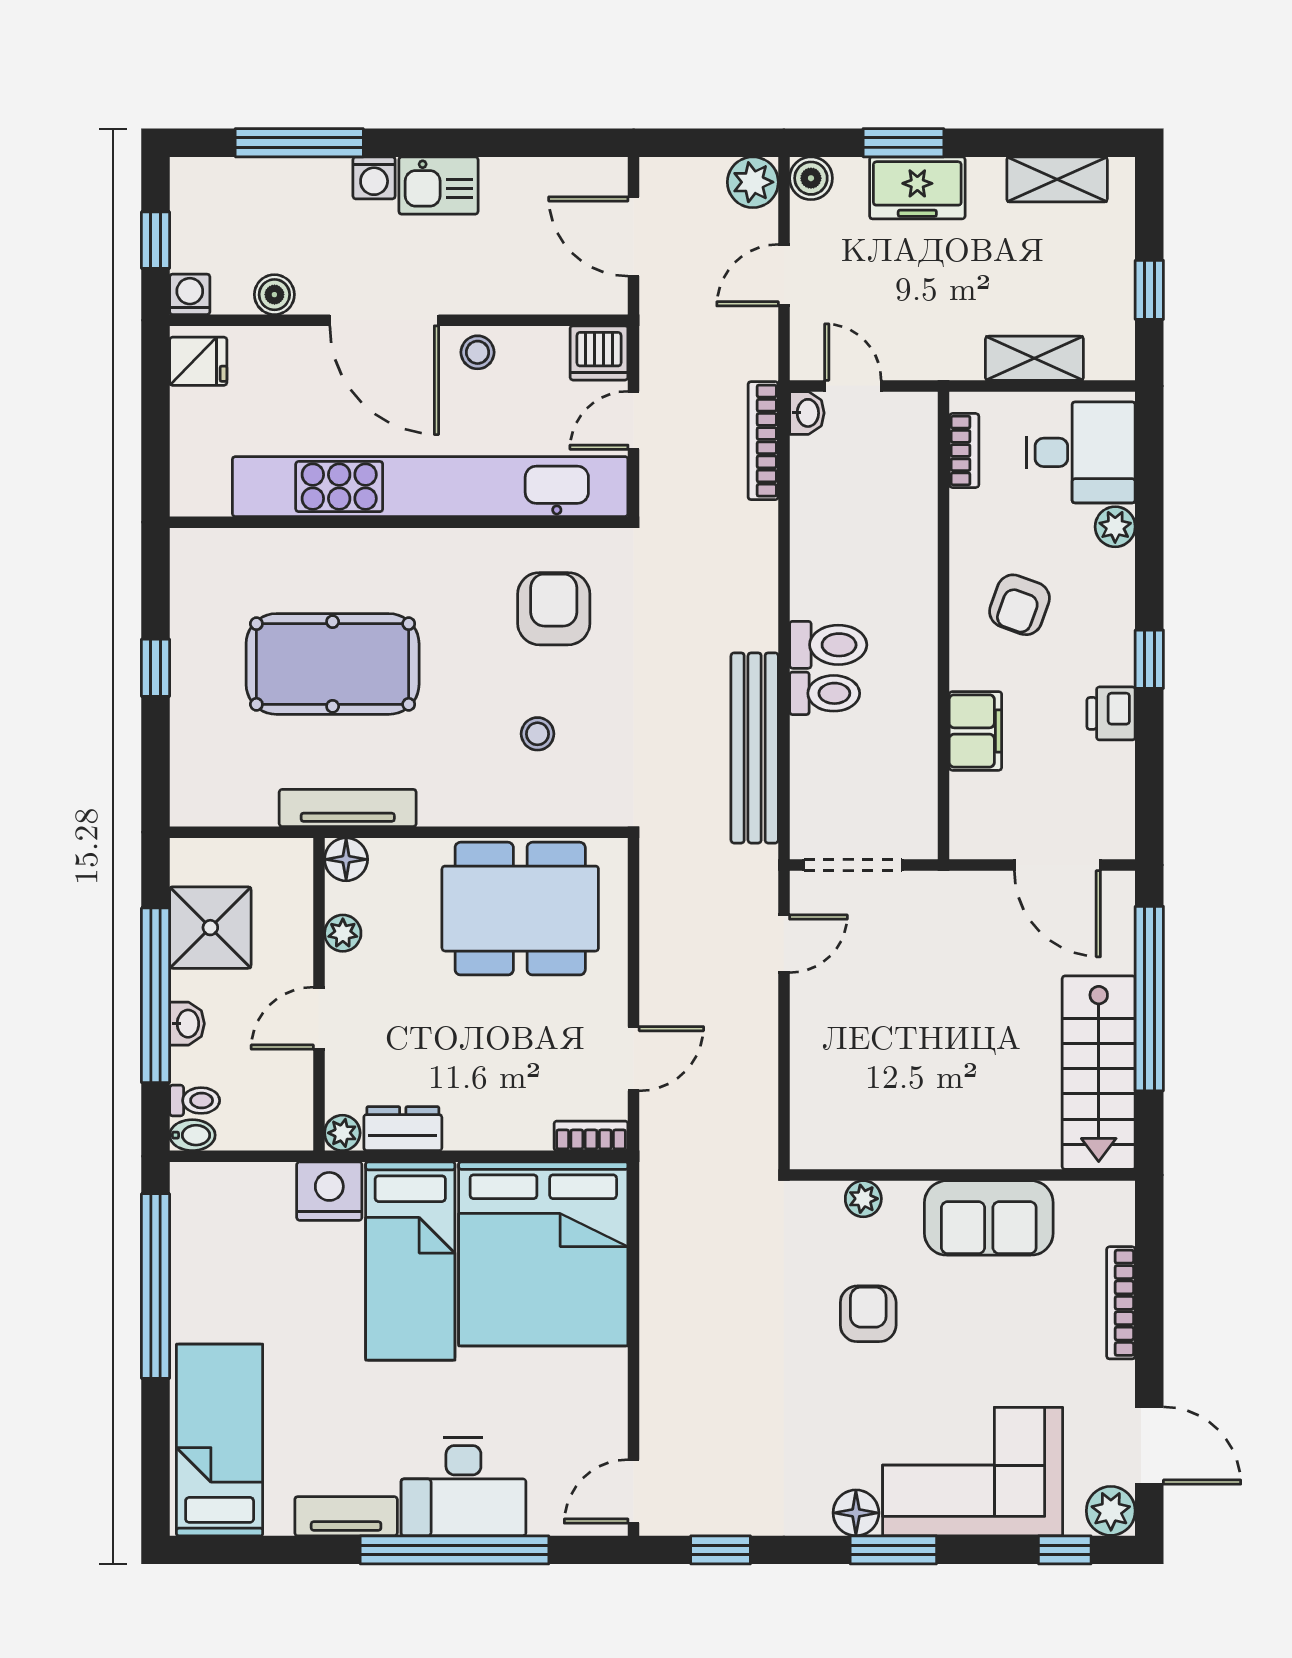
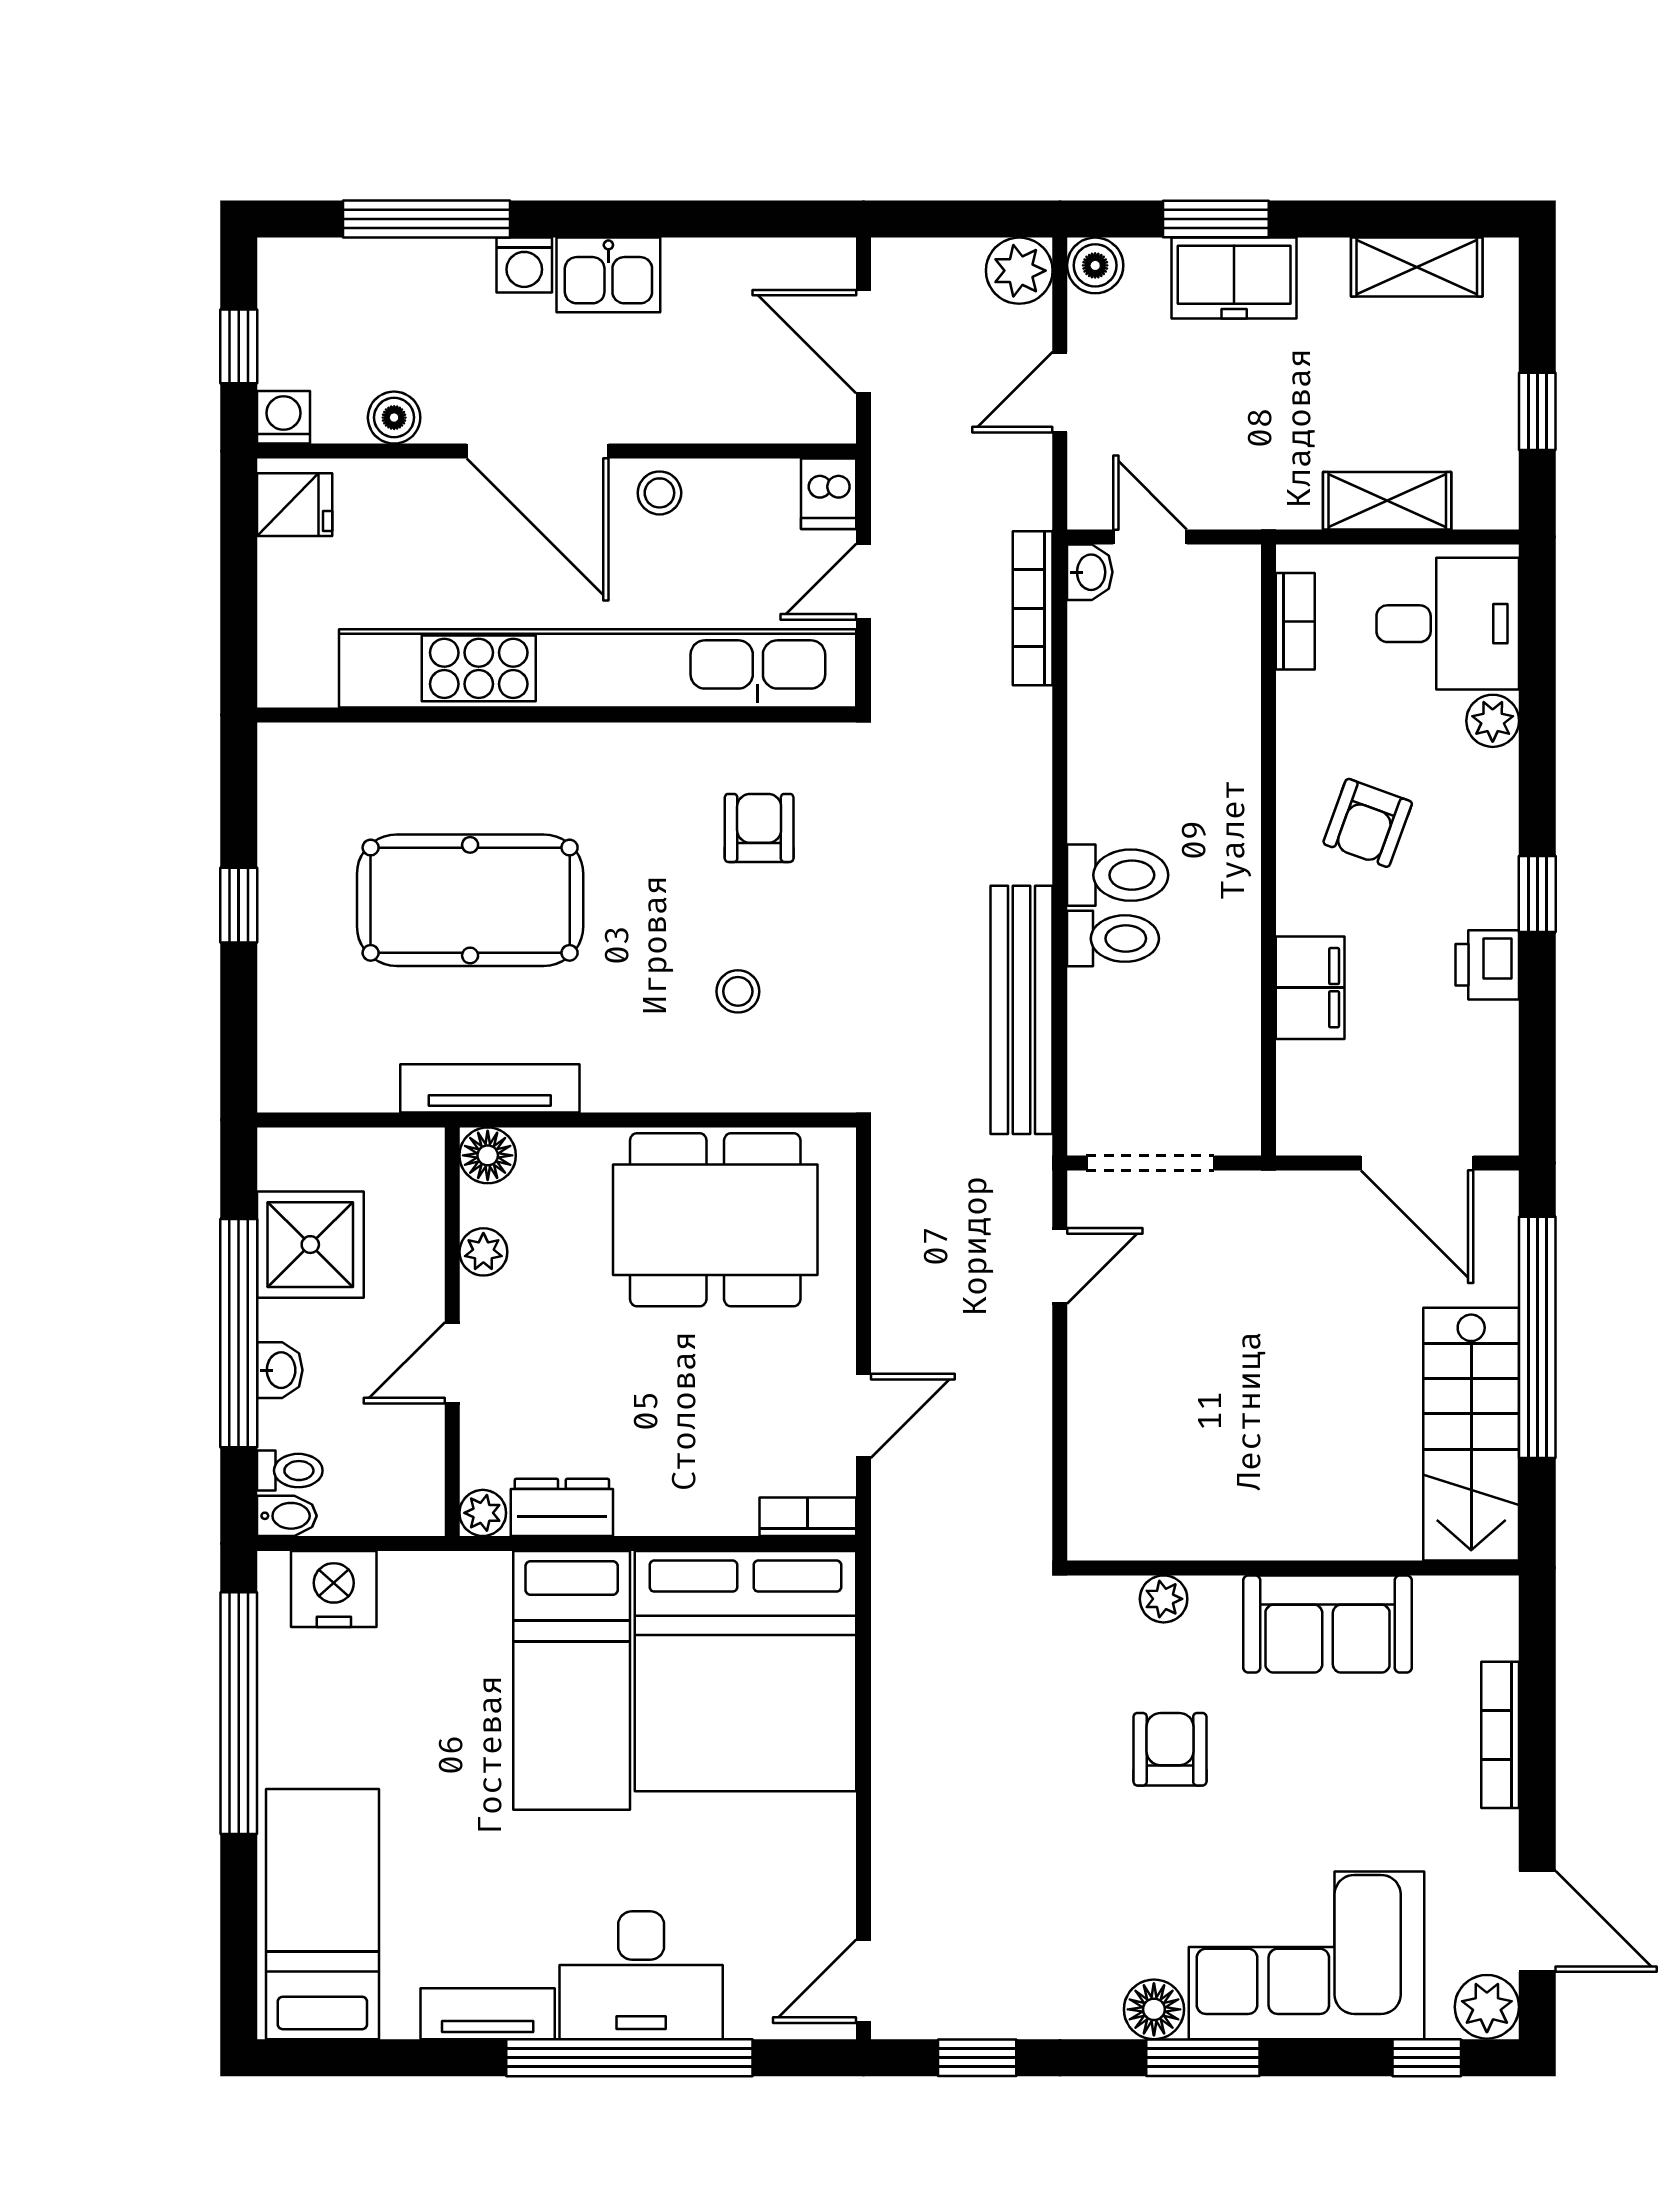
dishwasher: (599, 353) -> (829, 494), width x0.73
armchair: (554, 609) -> (759, 828), width x0.72, depth x0.72
nightstand: (329, 1191) -> (334, 1589), moved

